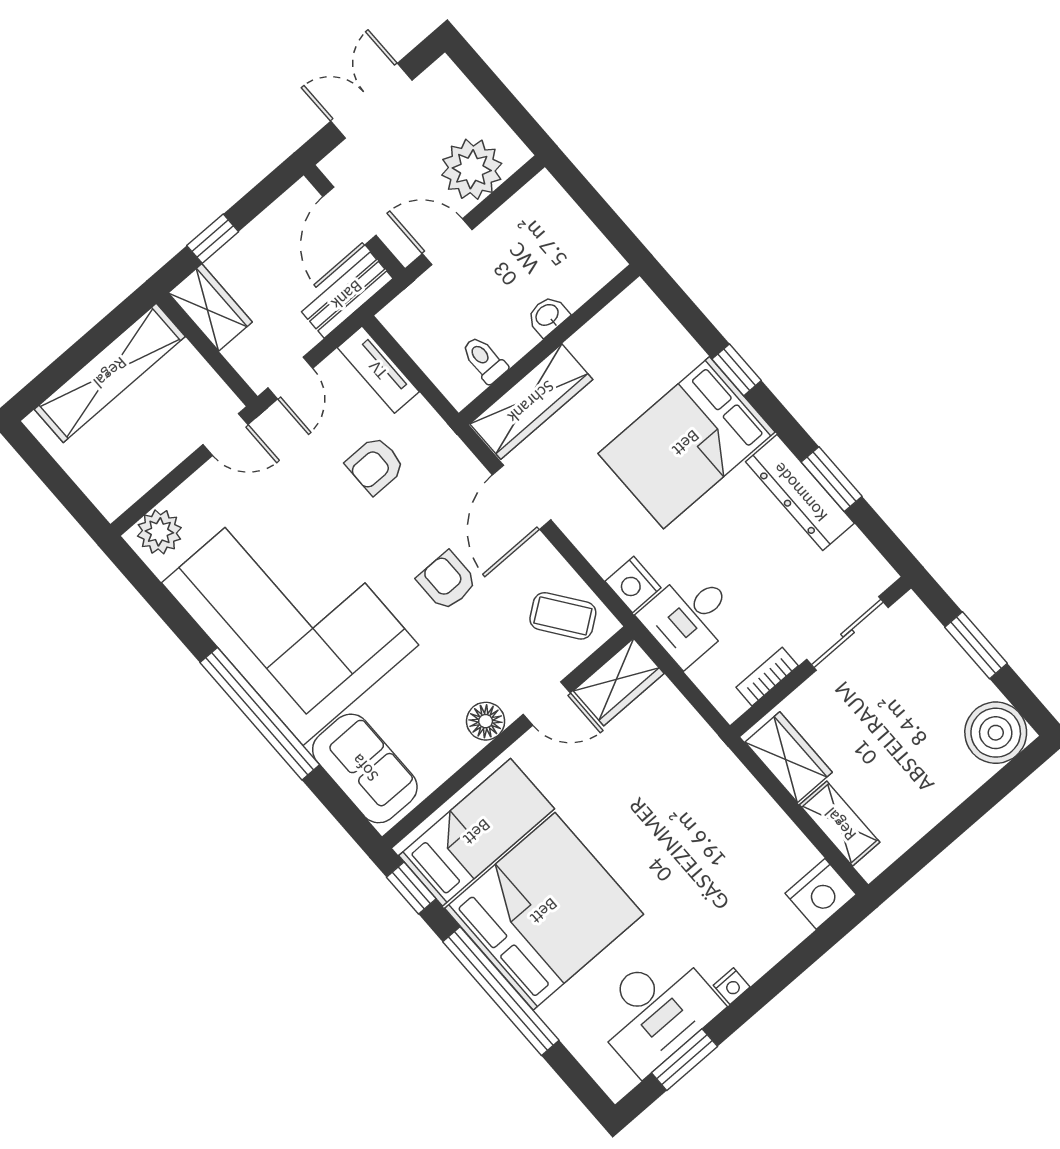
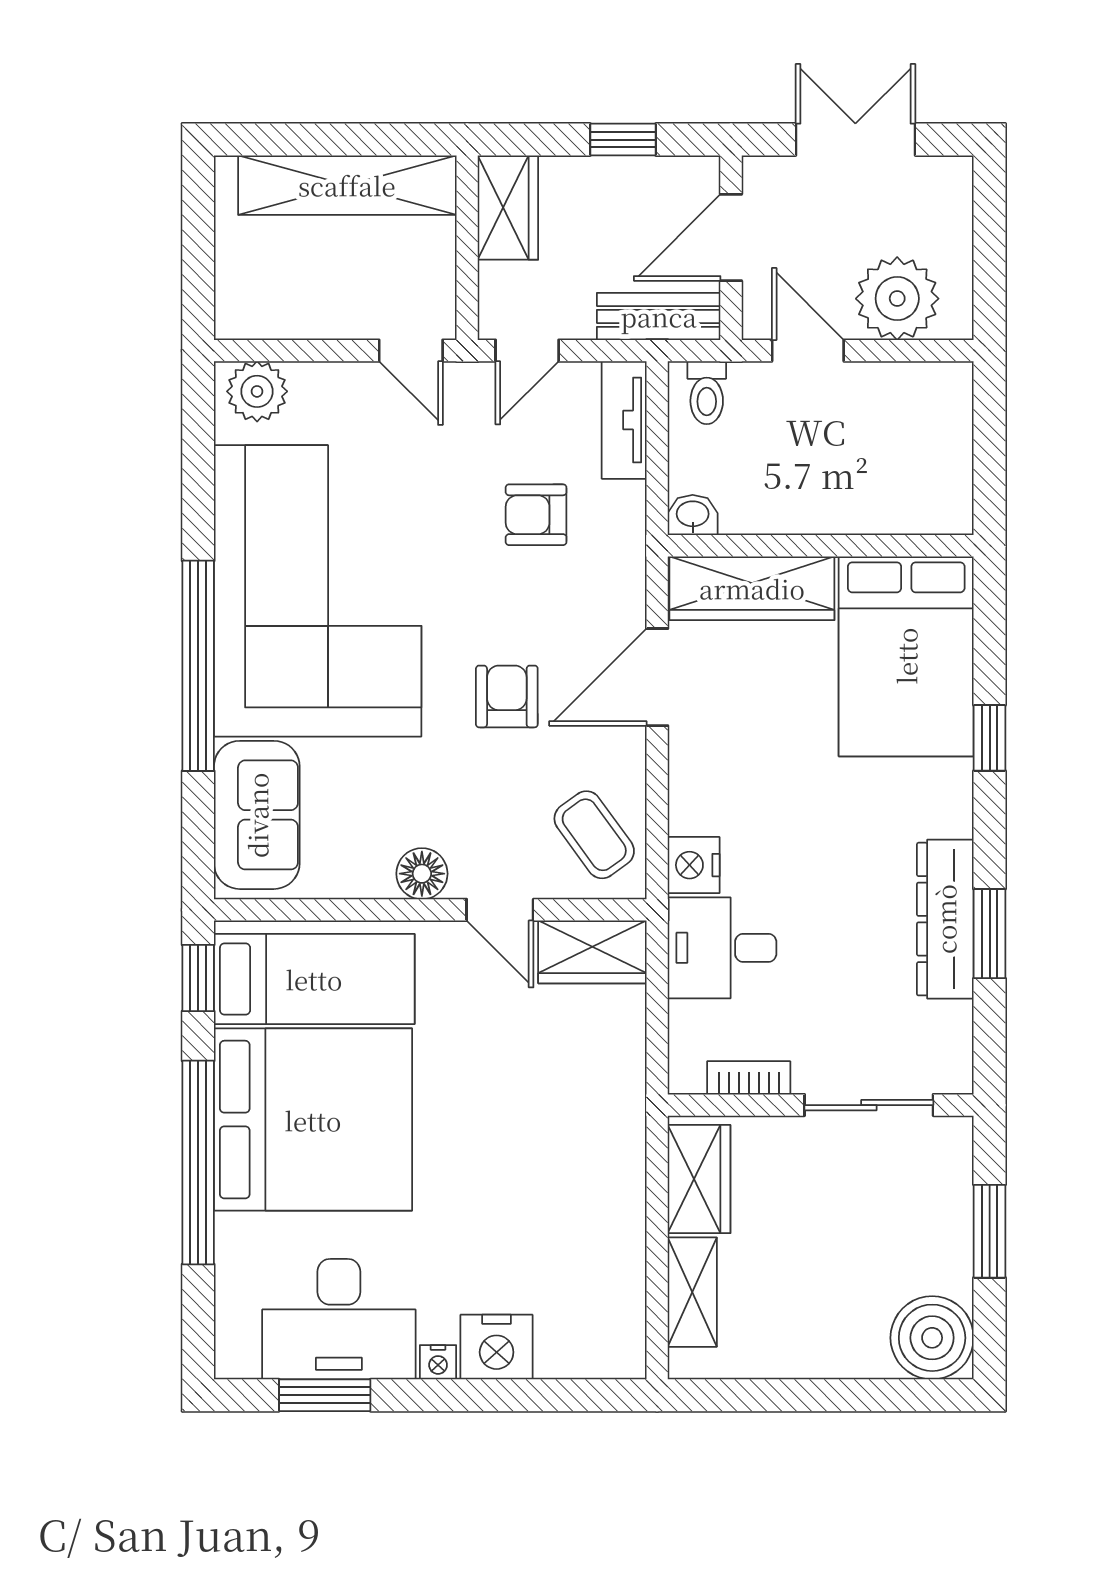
window: (213, 239) -> (623, 140), moved
washbasin: (548, 316) -> (693, 515), moved
toilet: (484, 360) -> (707, 393), moved, turned 180
bed: (686, 443) -> (906, 656), moved, turned -90
nightstand: (821, 894) -> (497, 1347), moved

